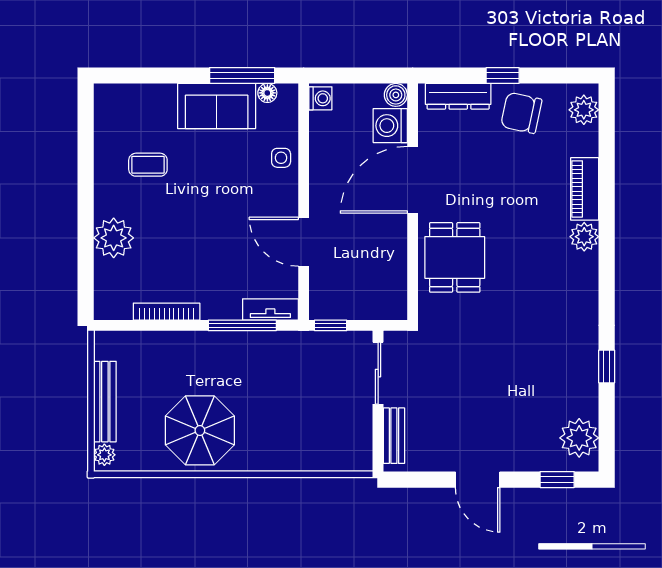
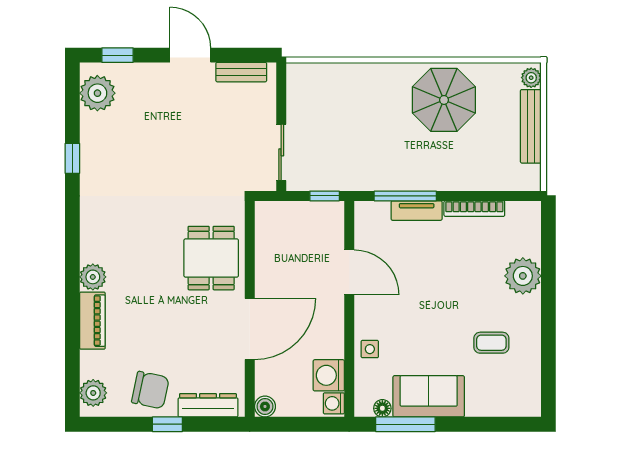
washing machine: (390, 126) -> (329, 375), moved, turned 180
tv unit: (270, 309) -> (417, 211), moved
bench: (394, 436) -> (241, 72), moved, turned 90

